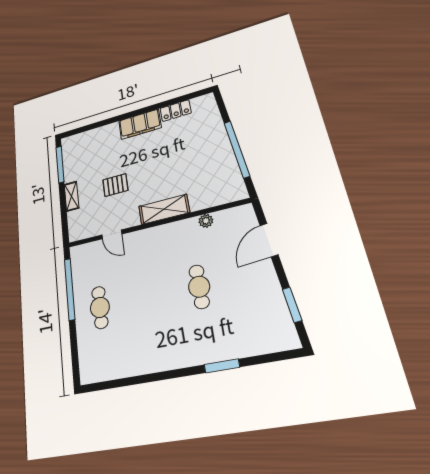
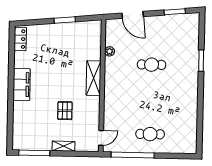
locker: (176, 111) -> (20, 39), moved
window: (237, 149) -> (65, 20), width x0.47
door: (112, 234) -> (101, 138), moved

